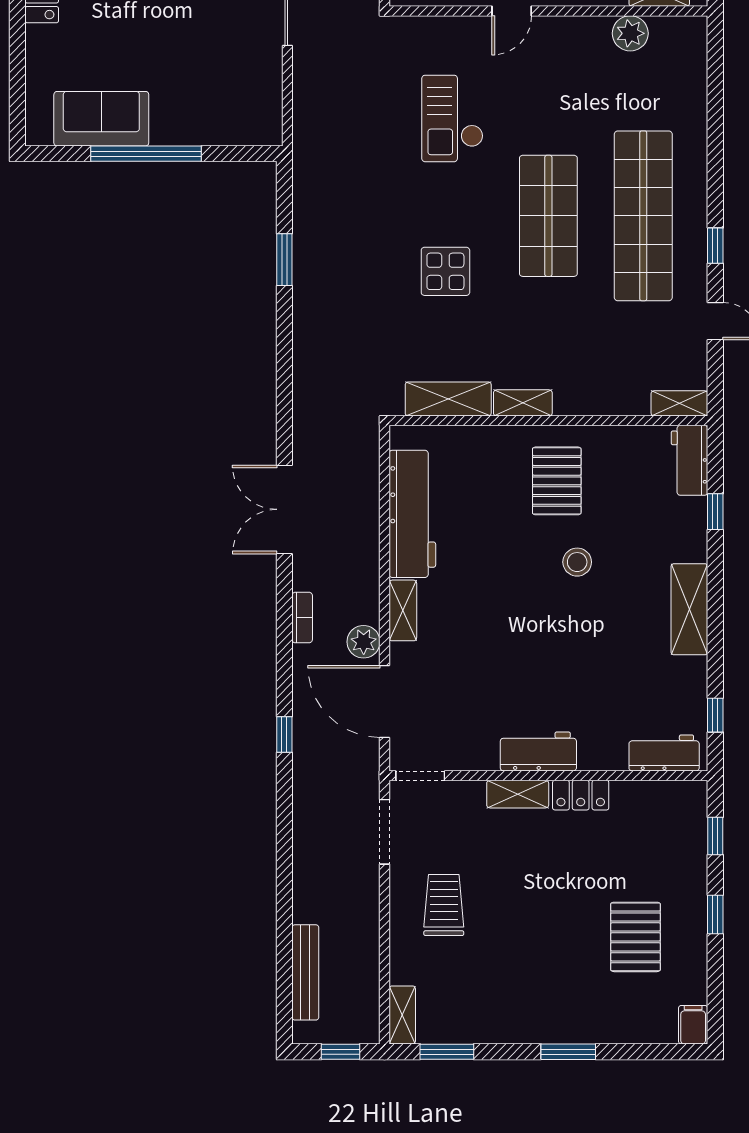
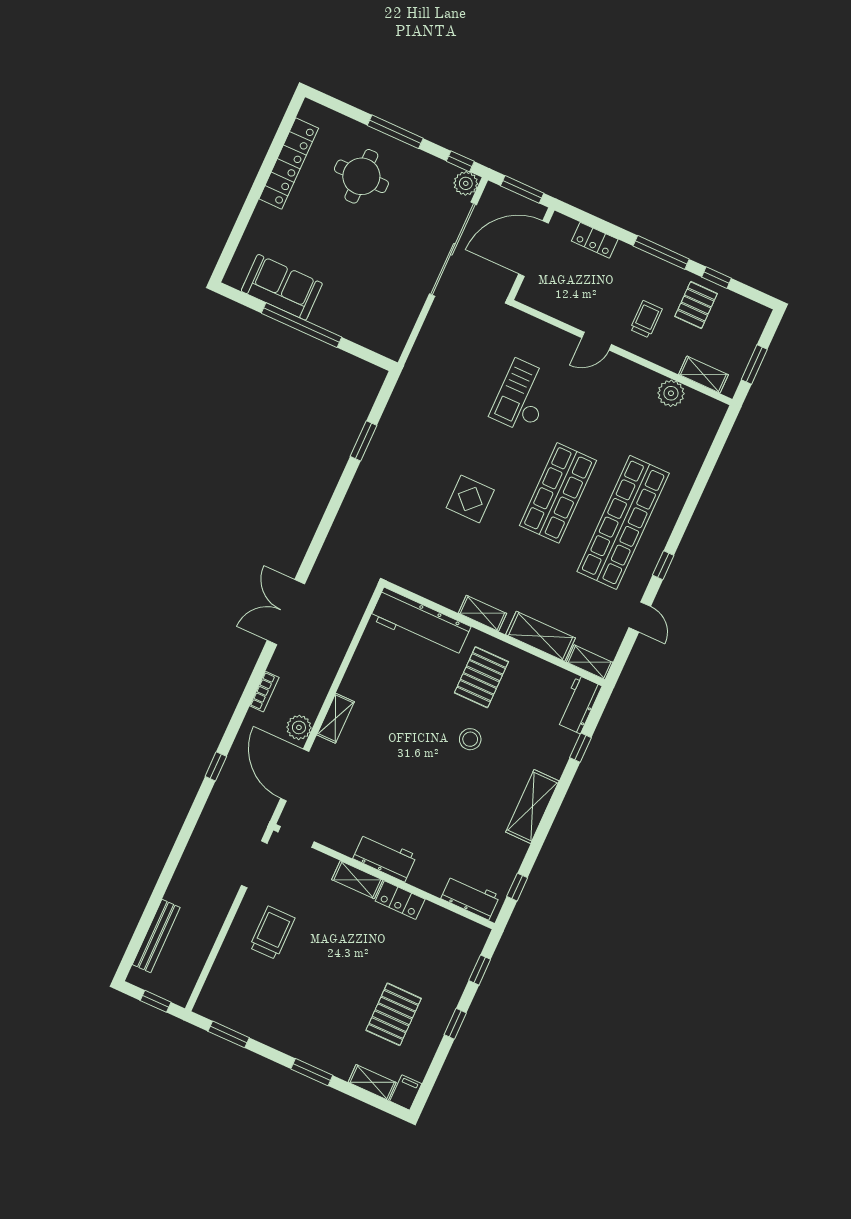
shelving: (448, 399) -> (541, 636), moved
workbench: (412, 514) -> (420, 623), moved, turned 90
shelving: (402, 1015) -> (372, 1082), moved, turned 90

